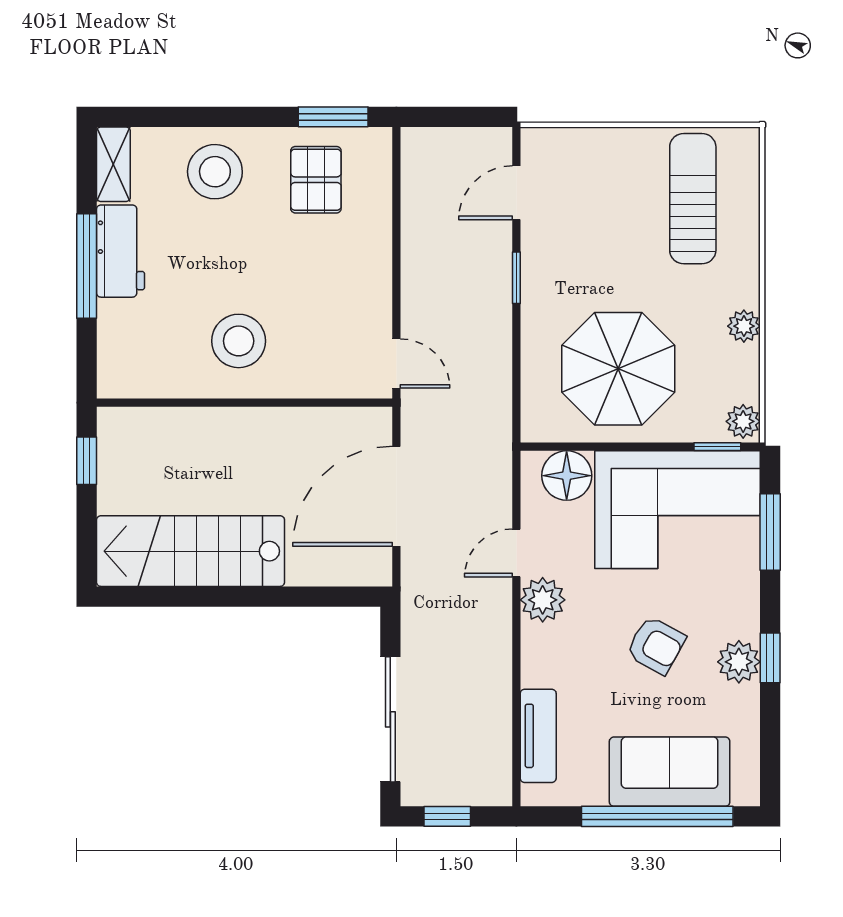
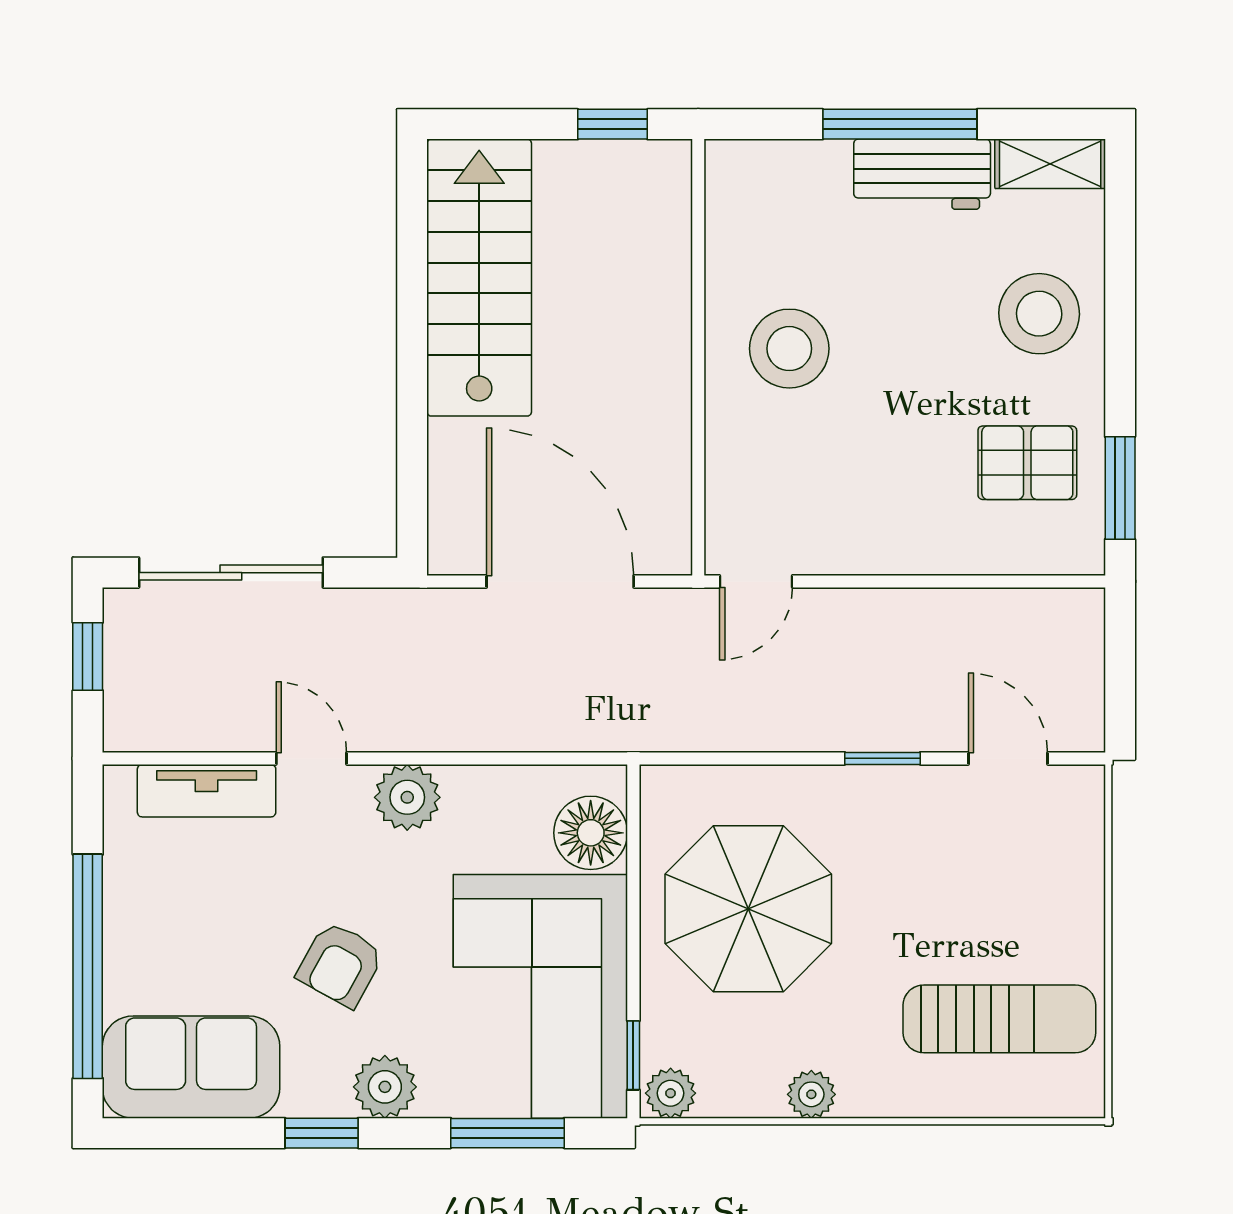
door: (516, 553) -> (311, 758), moved
plant: (739, 662) -> (385, 1087), moved
sofa: (670, 772) -> (191, 1067), moved, turned -90

